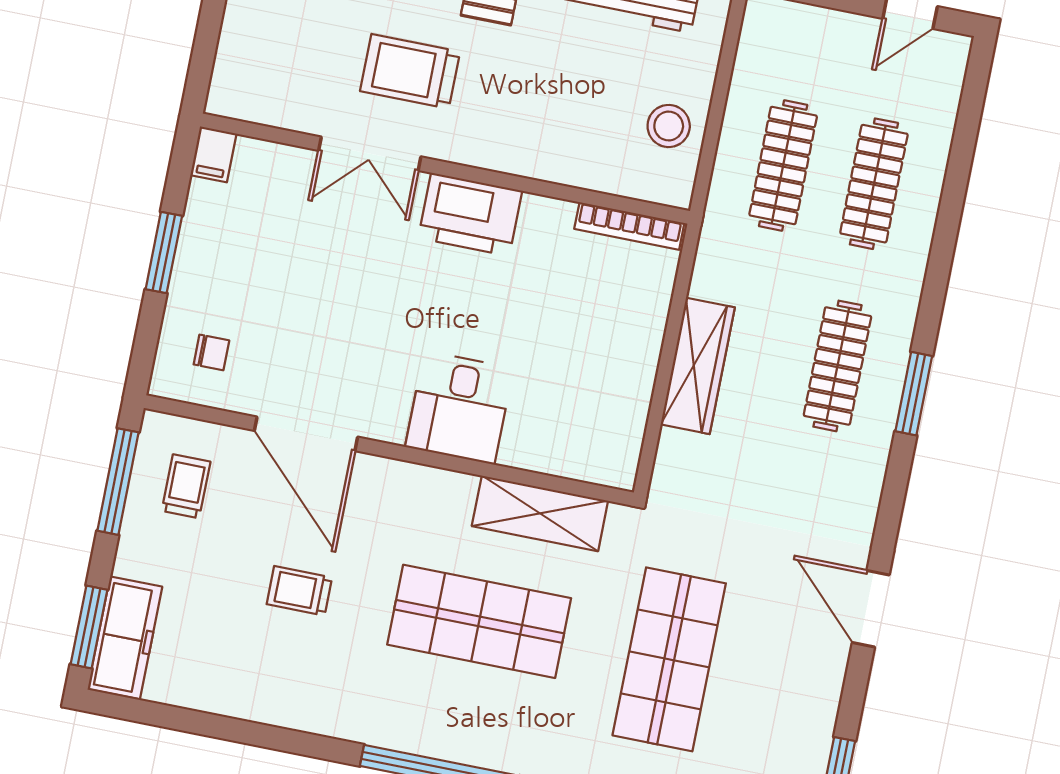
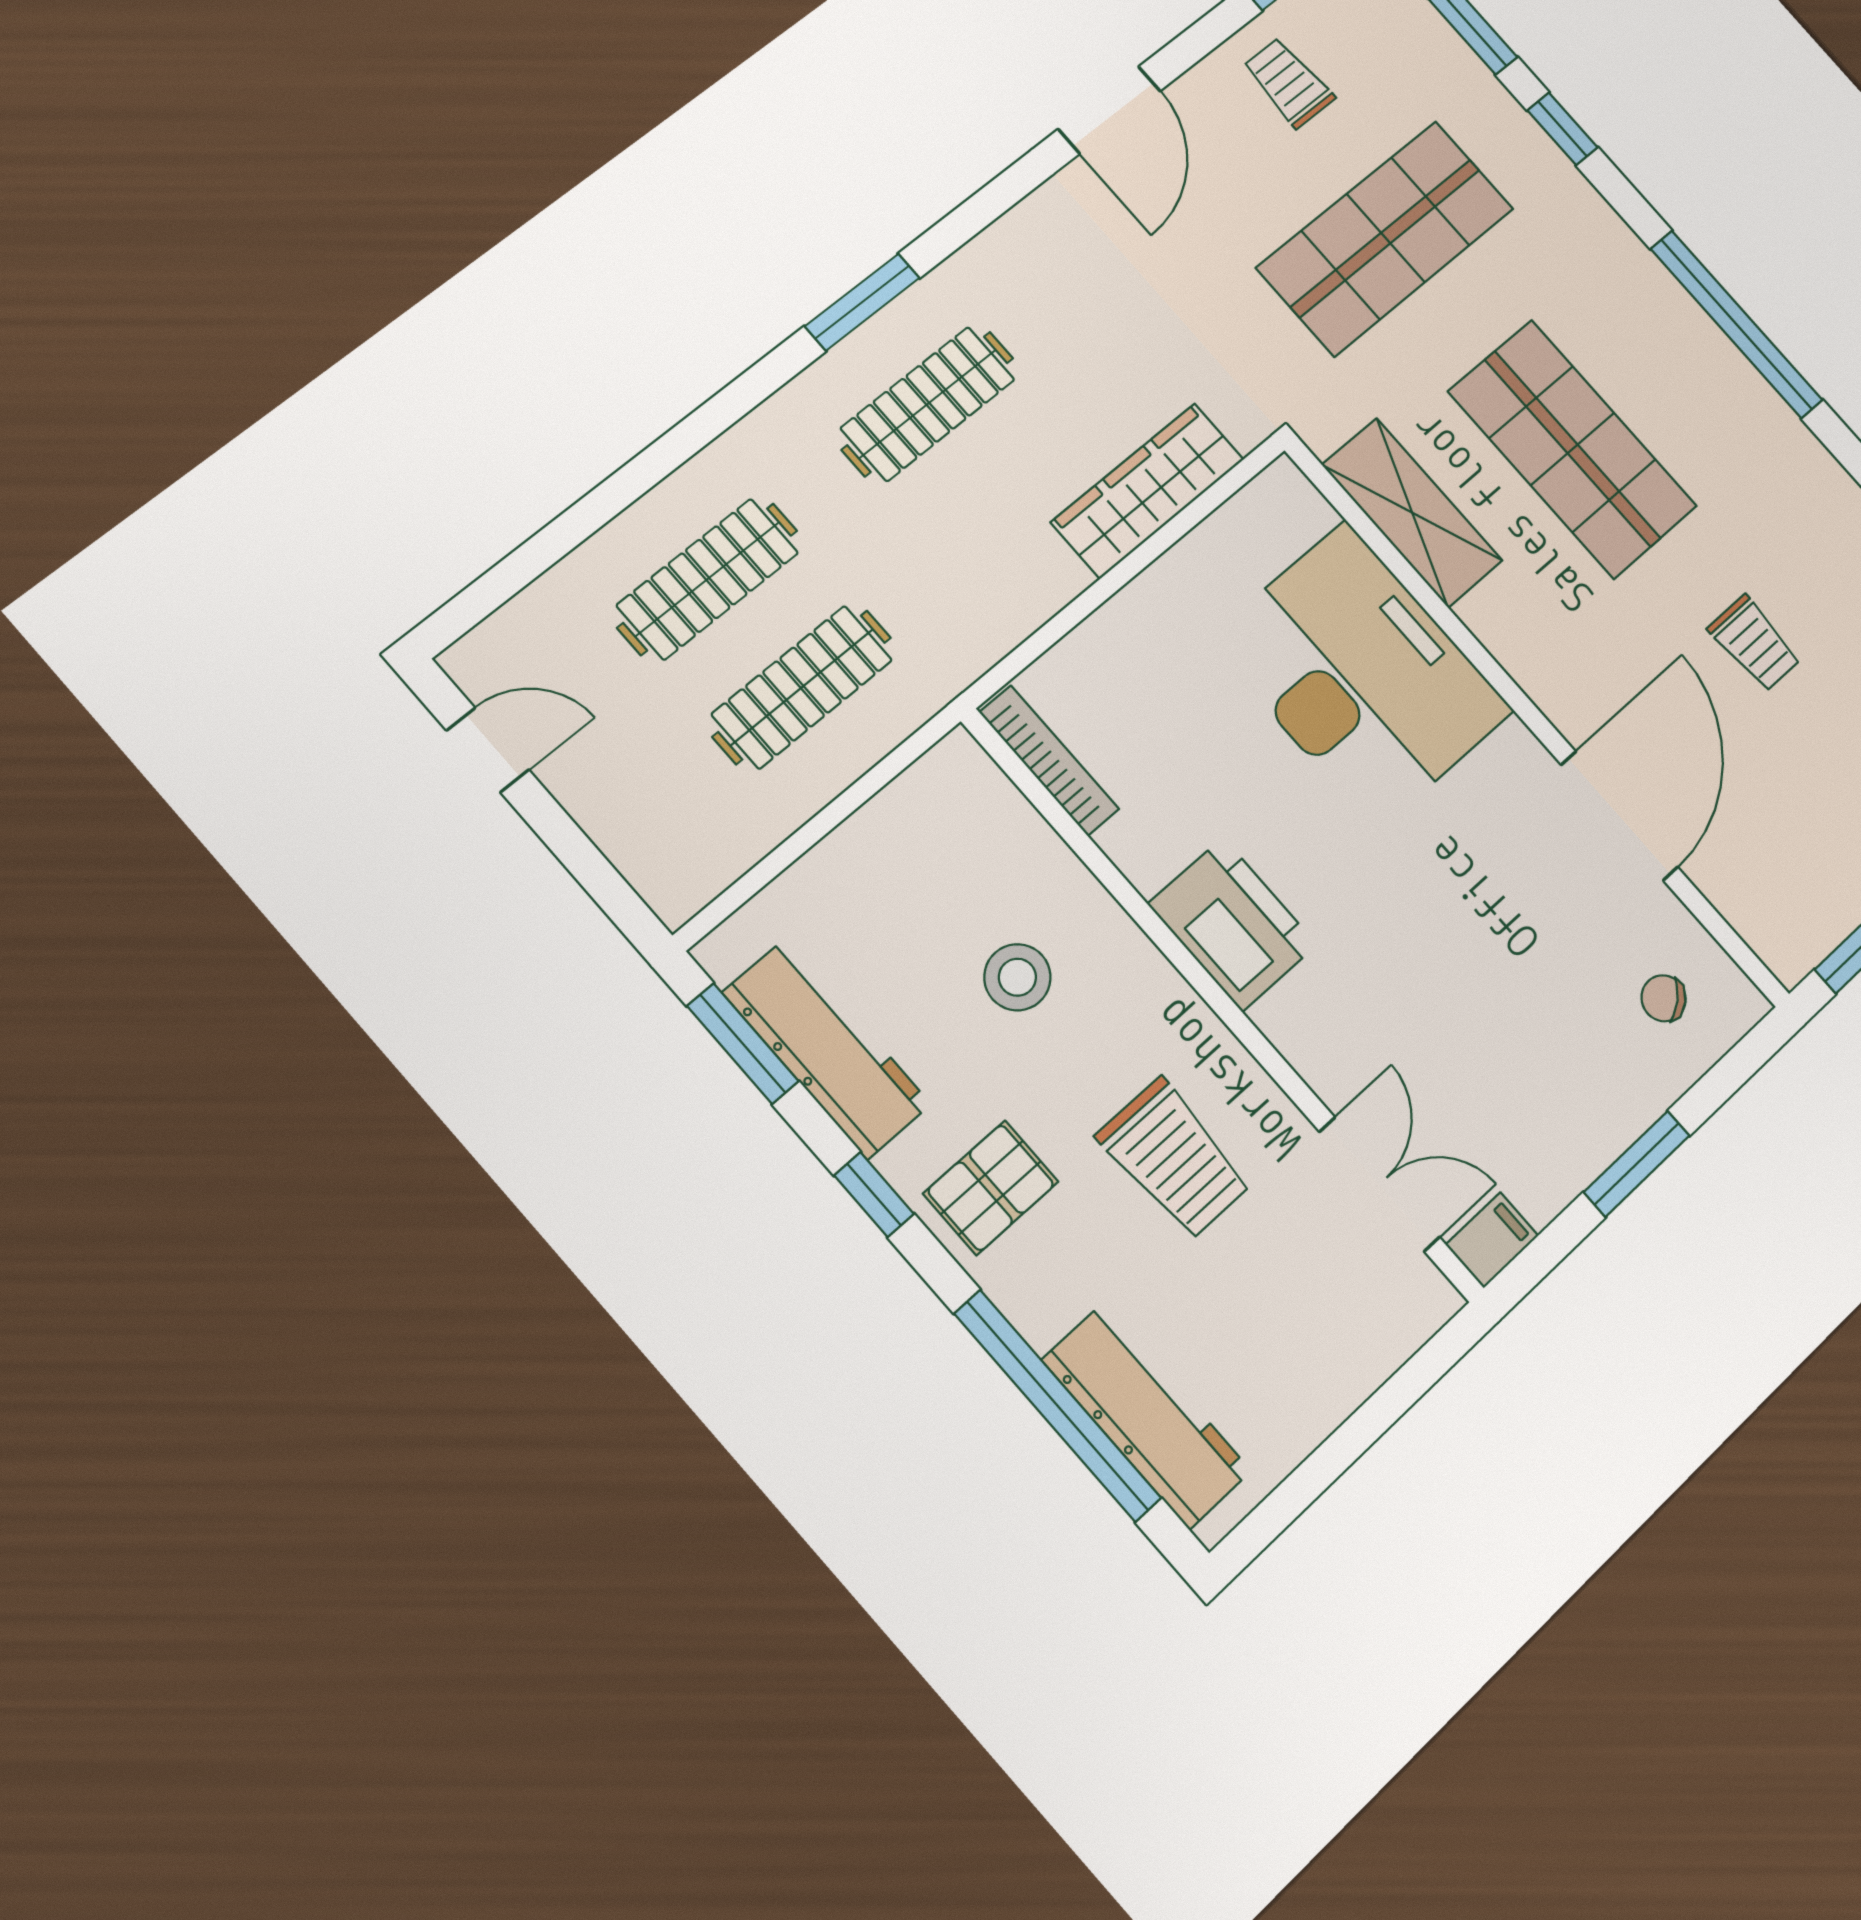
stool: (669, 126) -> (1017, 977), moved
double door: (370, 154) -> (1380, 1184), moved
chair: (211, 352) -> (1664, 998), turned -40
wardrobe: (698, 366) -> (1148, 491), moved
desk: (459, 408) -> (1361, 675), width x1.87, depth x1.30
trolley: (186, 486) -> (1289, 83), moved, turned 90

